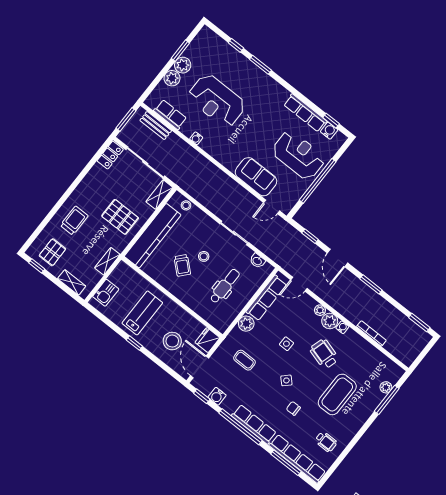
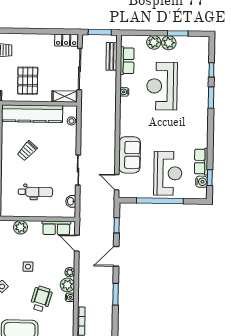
row of seats: (305, 113) -> (201, 162), width x0.68
stool: (204, 256) -> (45, 161), removed
row of seats: (266, 298) -> (56, 228), width x0.68

